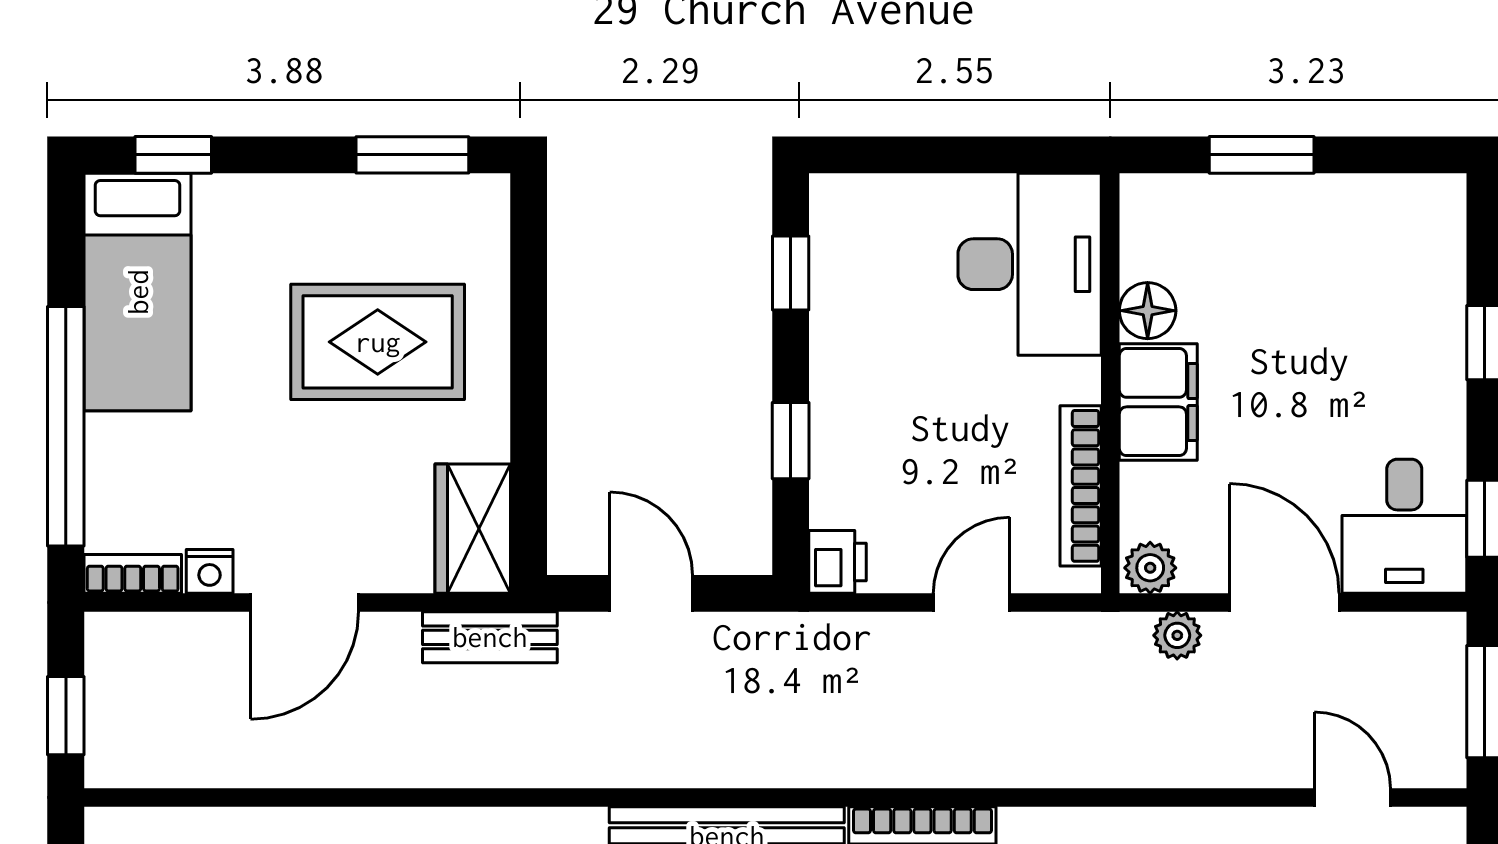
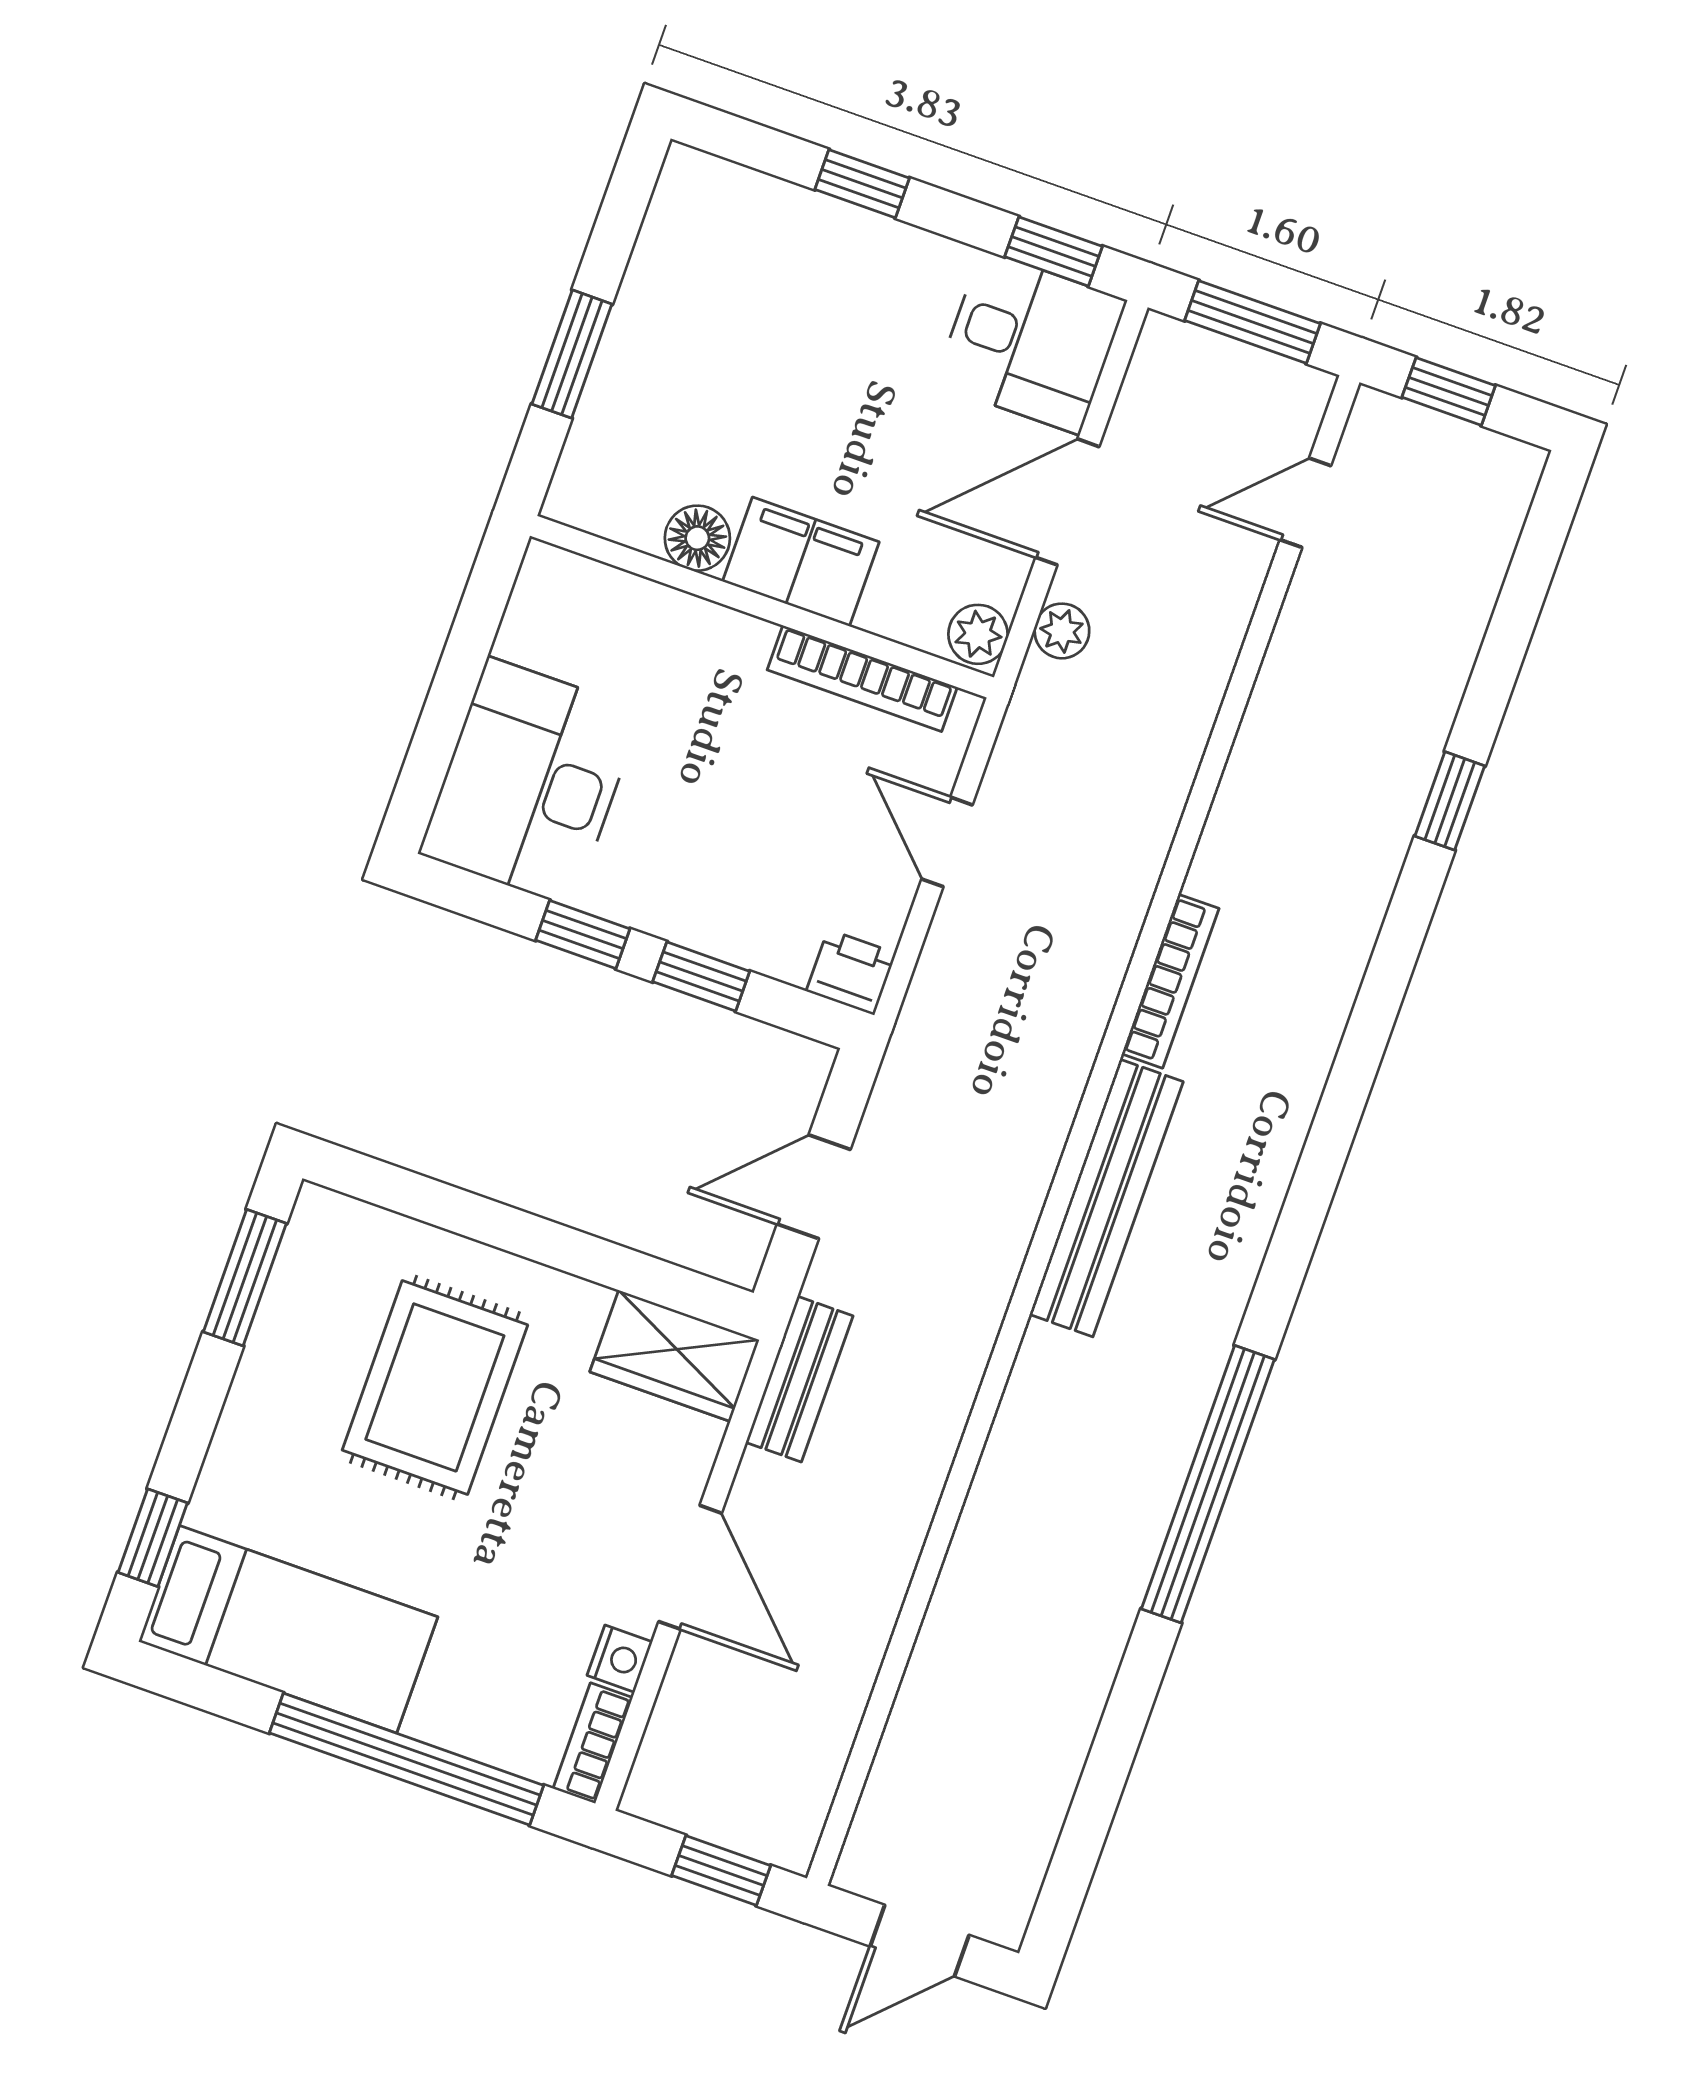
desk: (1030, 264) -> (530, 782), moved, turned -90
window: (791, 273) -> (583, 934), moved

